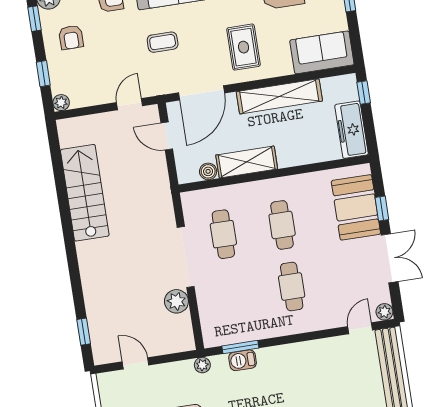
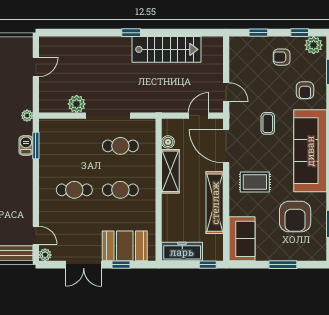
plant: (61, 103) -> (235, 42), removed
window: (84, 332) -> (131, 33), moved

